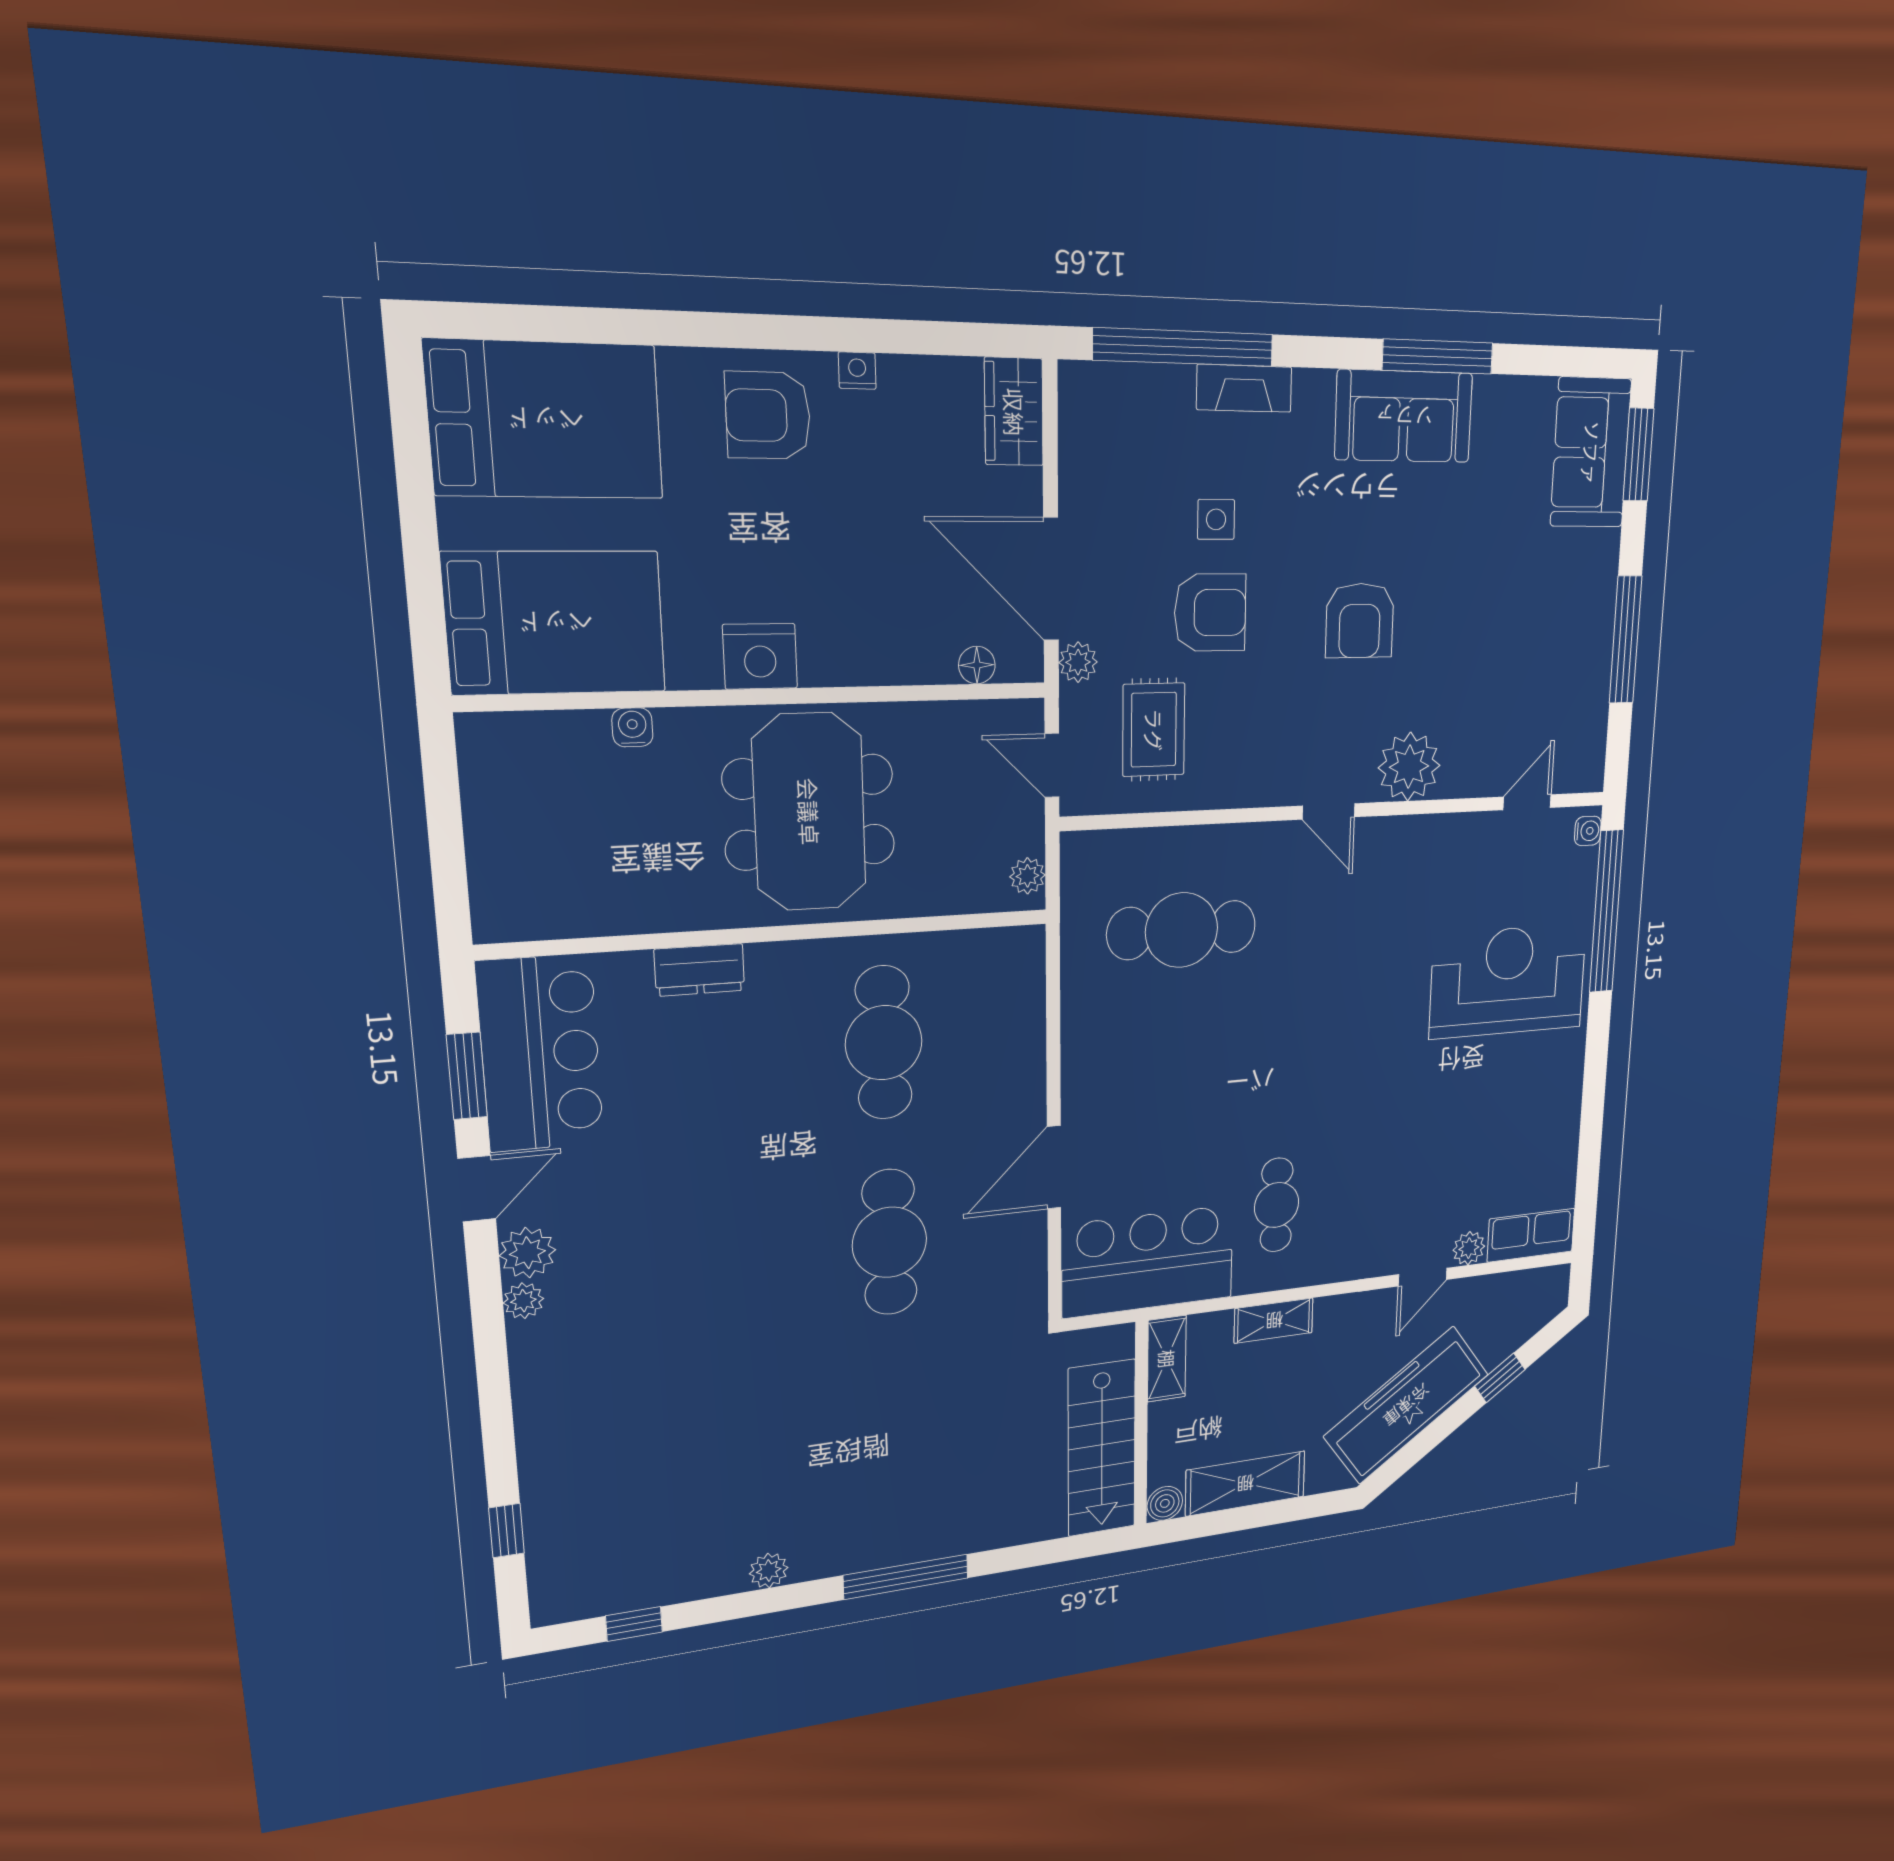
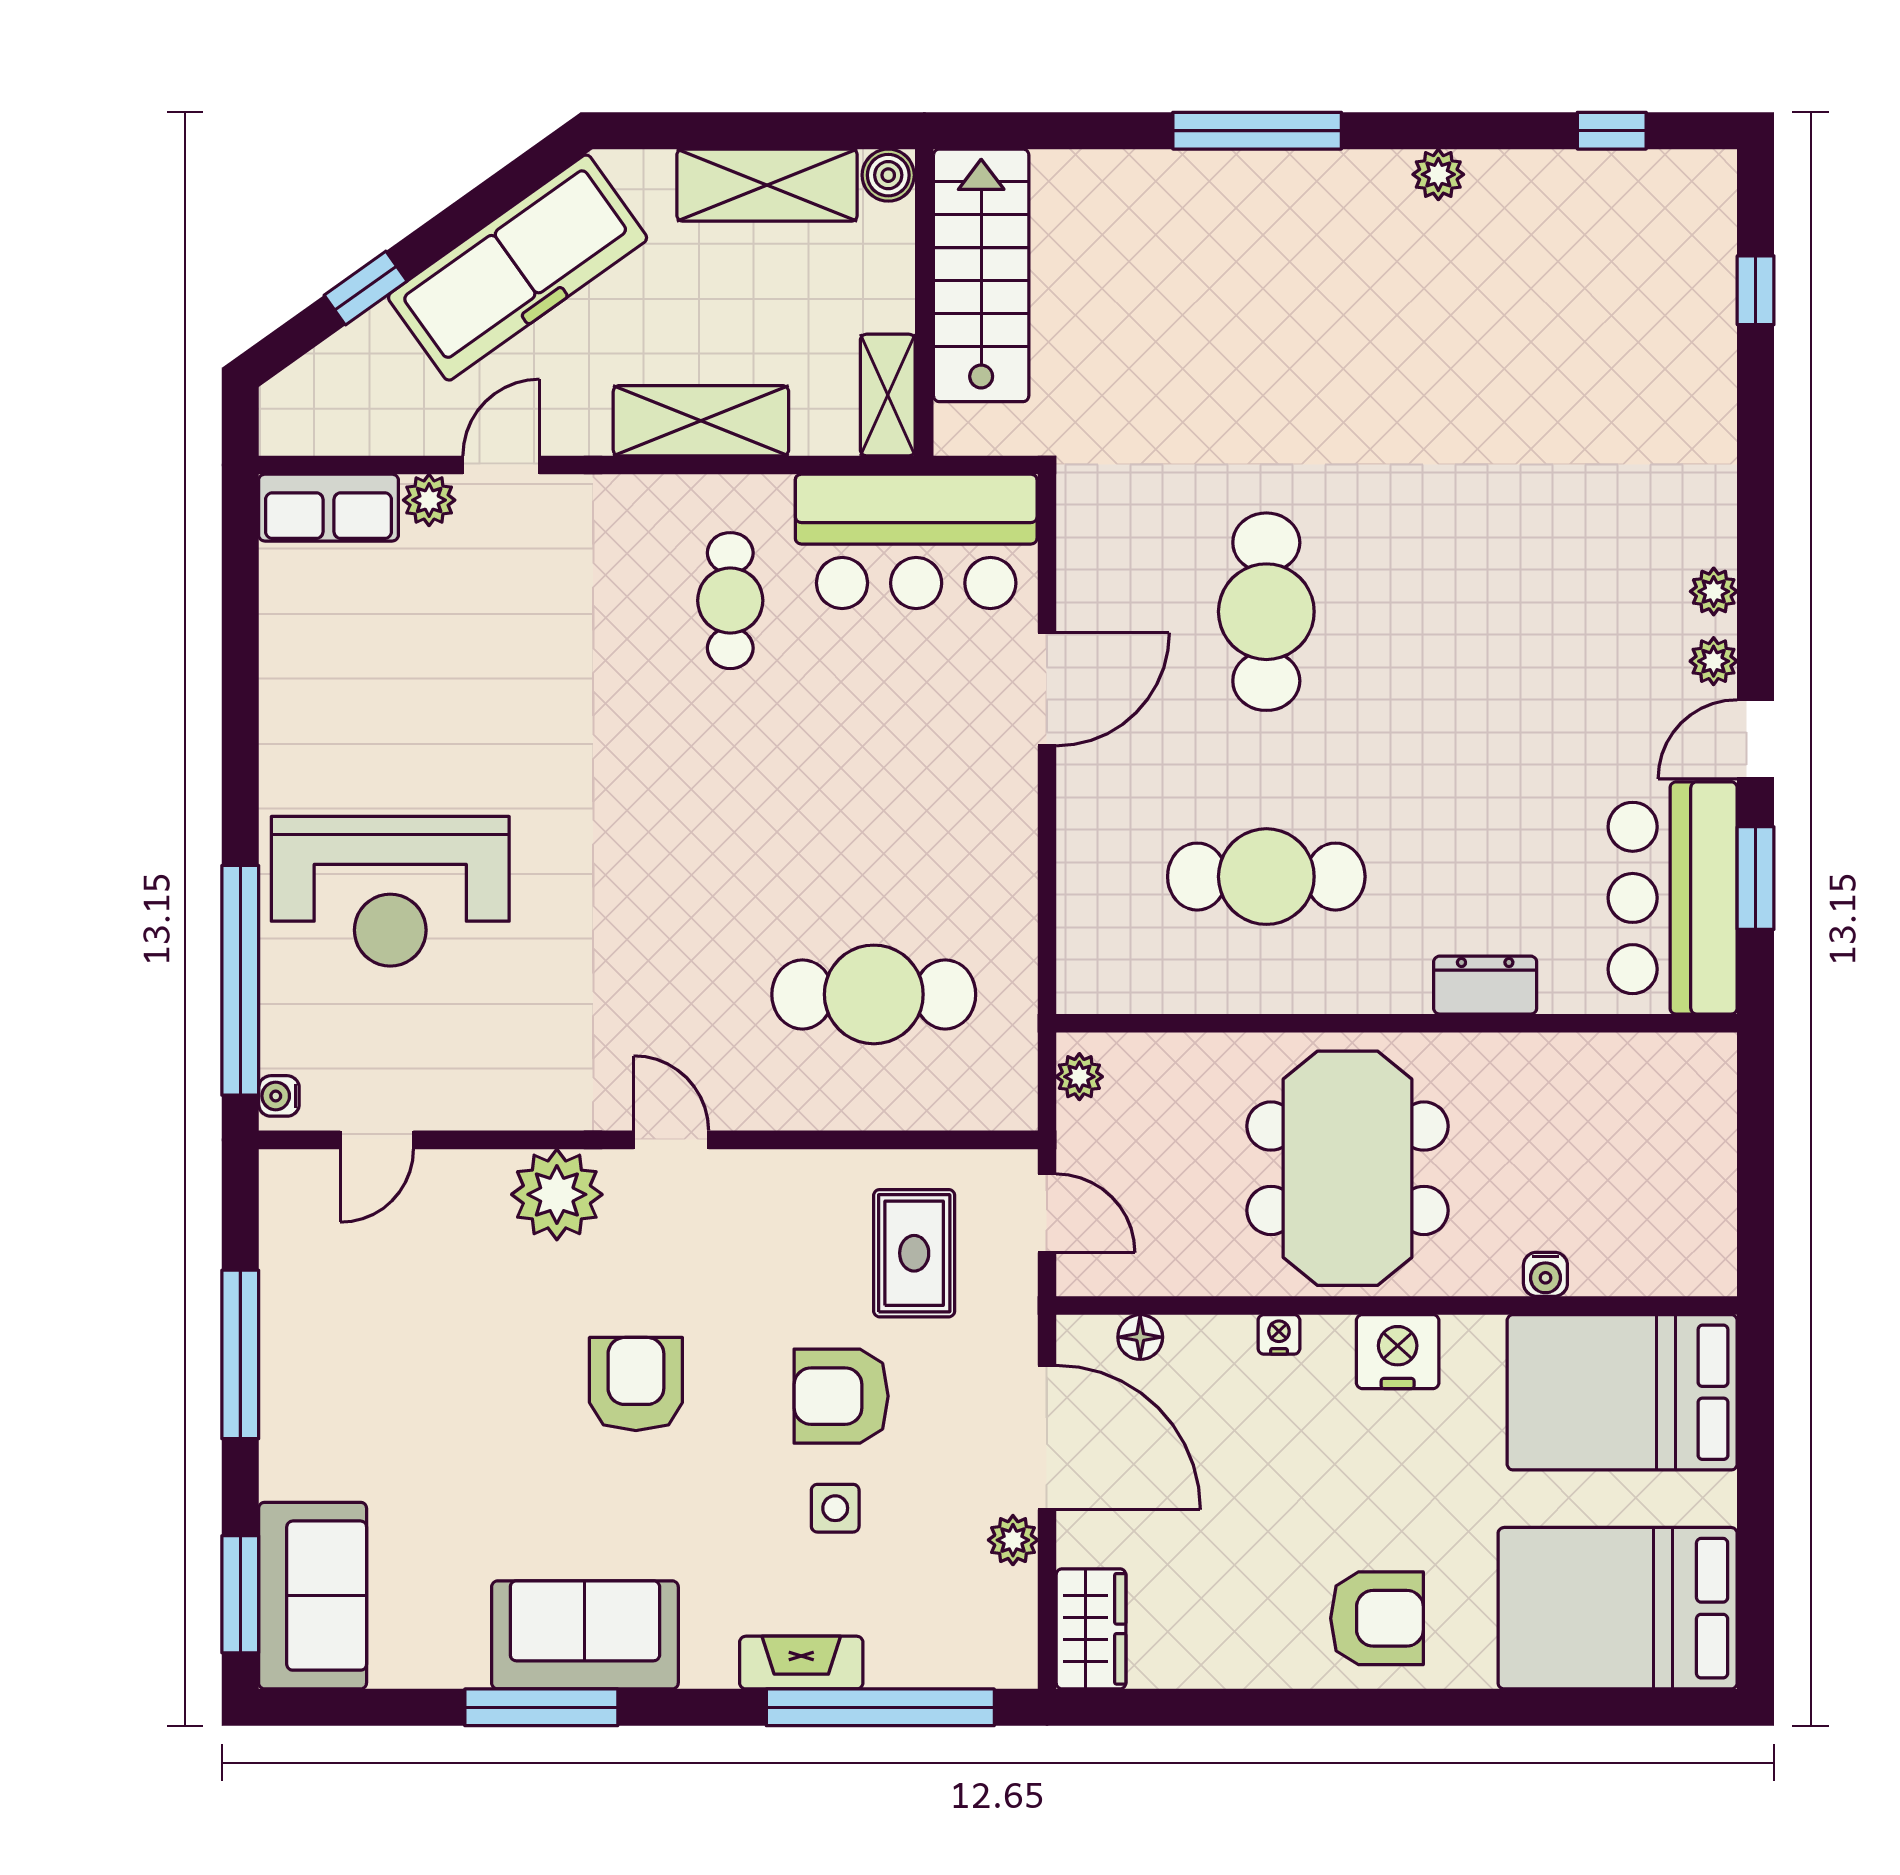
nightstand: (857, 371) -> (1279, 1334), moved, turned 180
plant: (1078, 662) -> (1013, 1540), moved
cafe table: (884, 1043) -> (1266, 877), turned 90
plant: (527, 1253) -> (1714, 661), width x0.73, depth x0.73
shelving: (1274, 1321) -> (701, 421), width x1.50, depth x1.33

